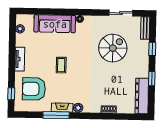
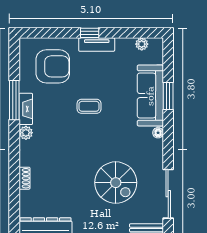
window: (55, 12) -> (168, 96), added
sliding door: (121, 13) -> (168, 194), width x1.37
armchair: (34, 89) -> (53, 66), turned 90
window: (11, 94) -> (90, 33), moved

